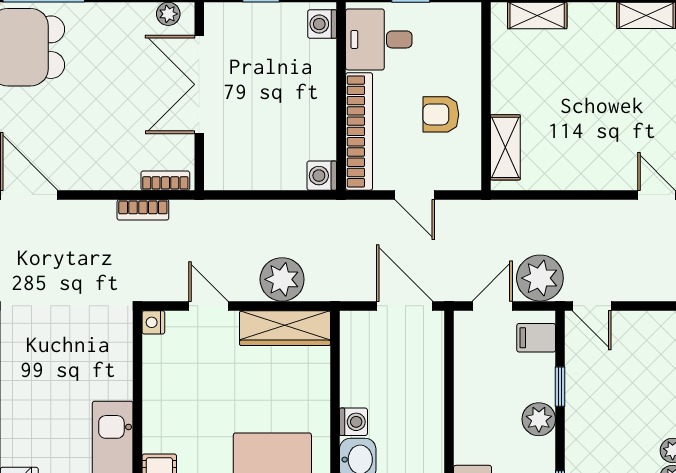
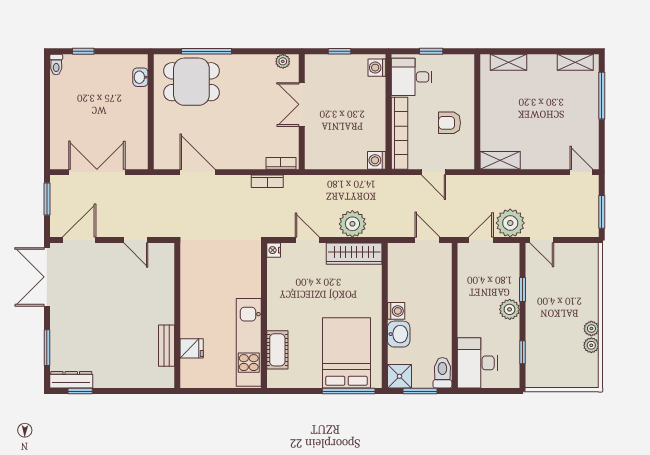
double door: (199, 84) -> (302, 104), width x0.73
shelving: (505, 147) -> (500, 160), moved, turned 90
door: (405, 306) -> (427, 240), width x0.73
filing cabinet: (536, 338) -> (508, 260), removed

